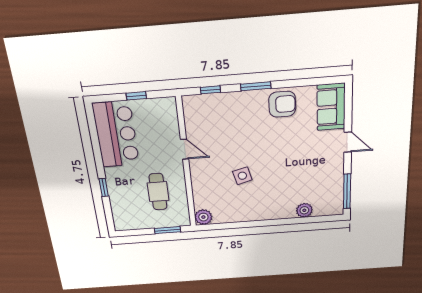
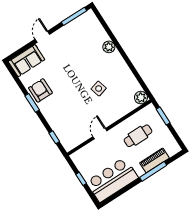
window: (256, 86) -> (32, 103), moved
window: (104, 187) -> (153, 171), width x2.17
piano: (117, 195) -> (155, 160), added
plant: (304, 210) -> (109, 47), moved

